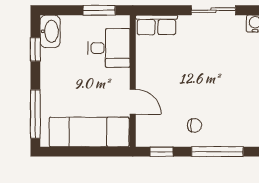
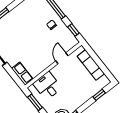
window: (35, 114) -> (99, 95), width x0.46
exam couch: (89, 132) -> (91, 65), width x0.73, depth x0.69

